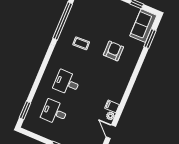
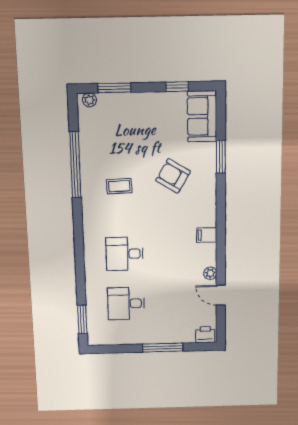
window: (150, 39) -> (221, 157), moved
armchair: (113, 51) -> (173, 176), turned -59
filing cabinet: (112, 106) -> (207, 235), moved

